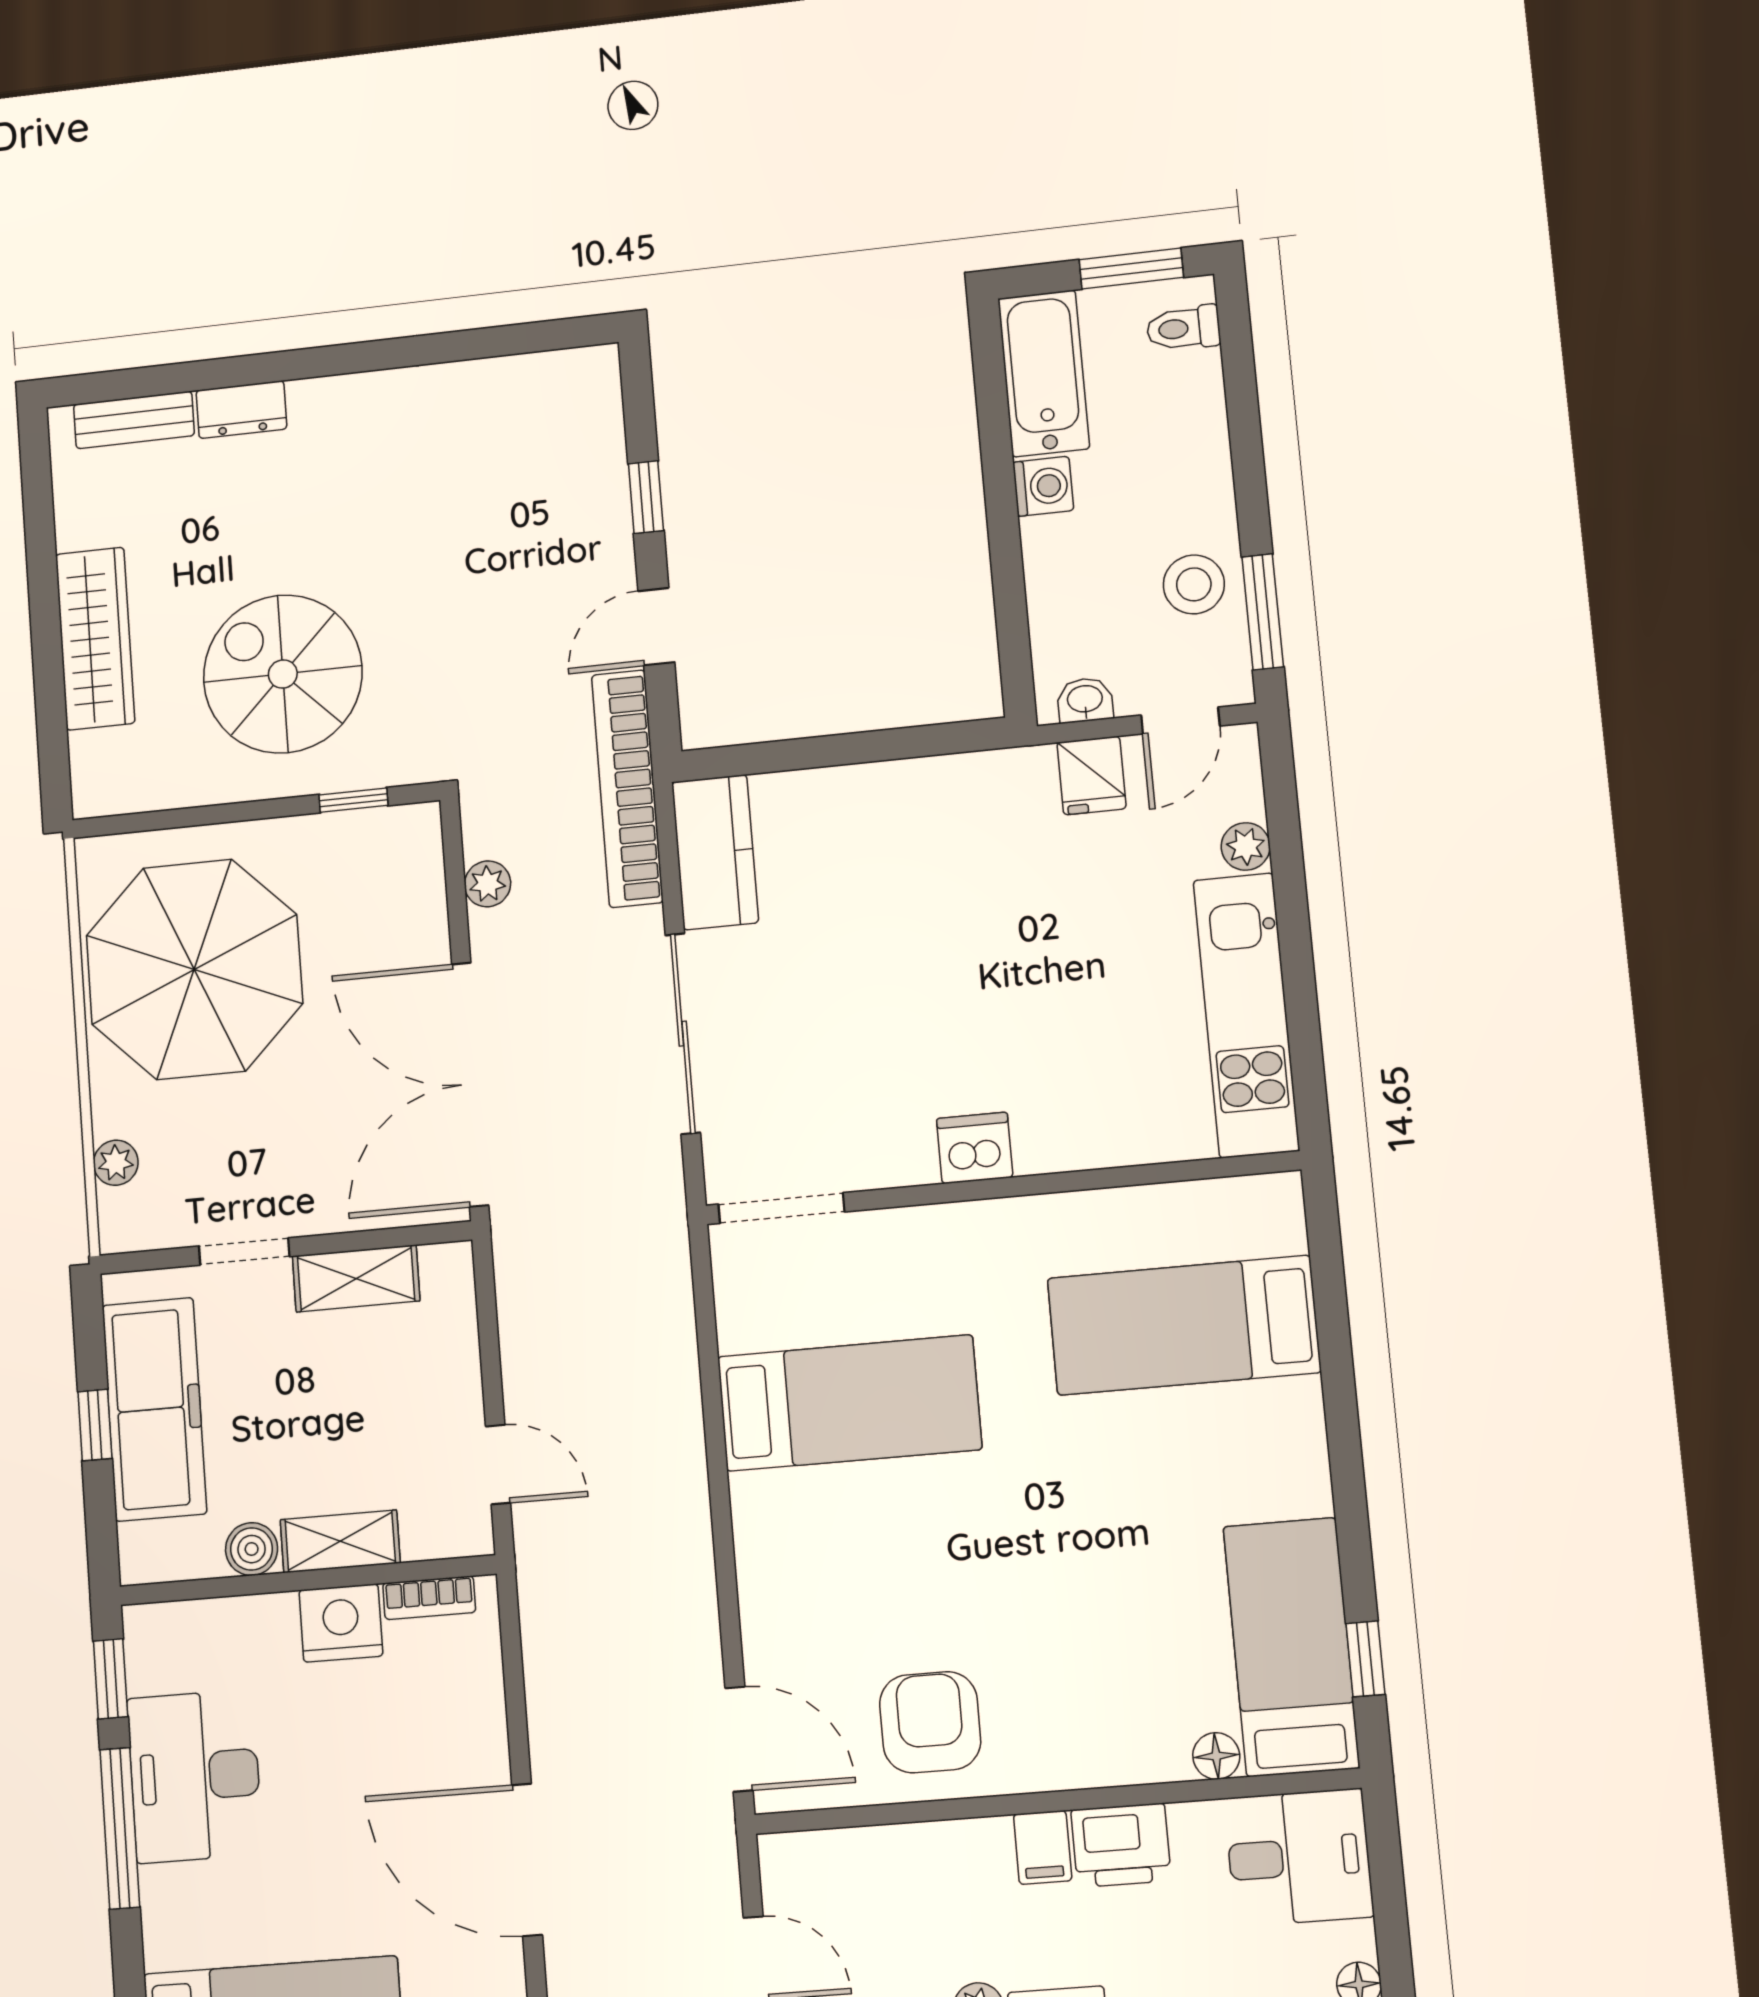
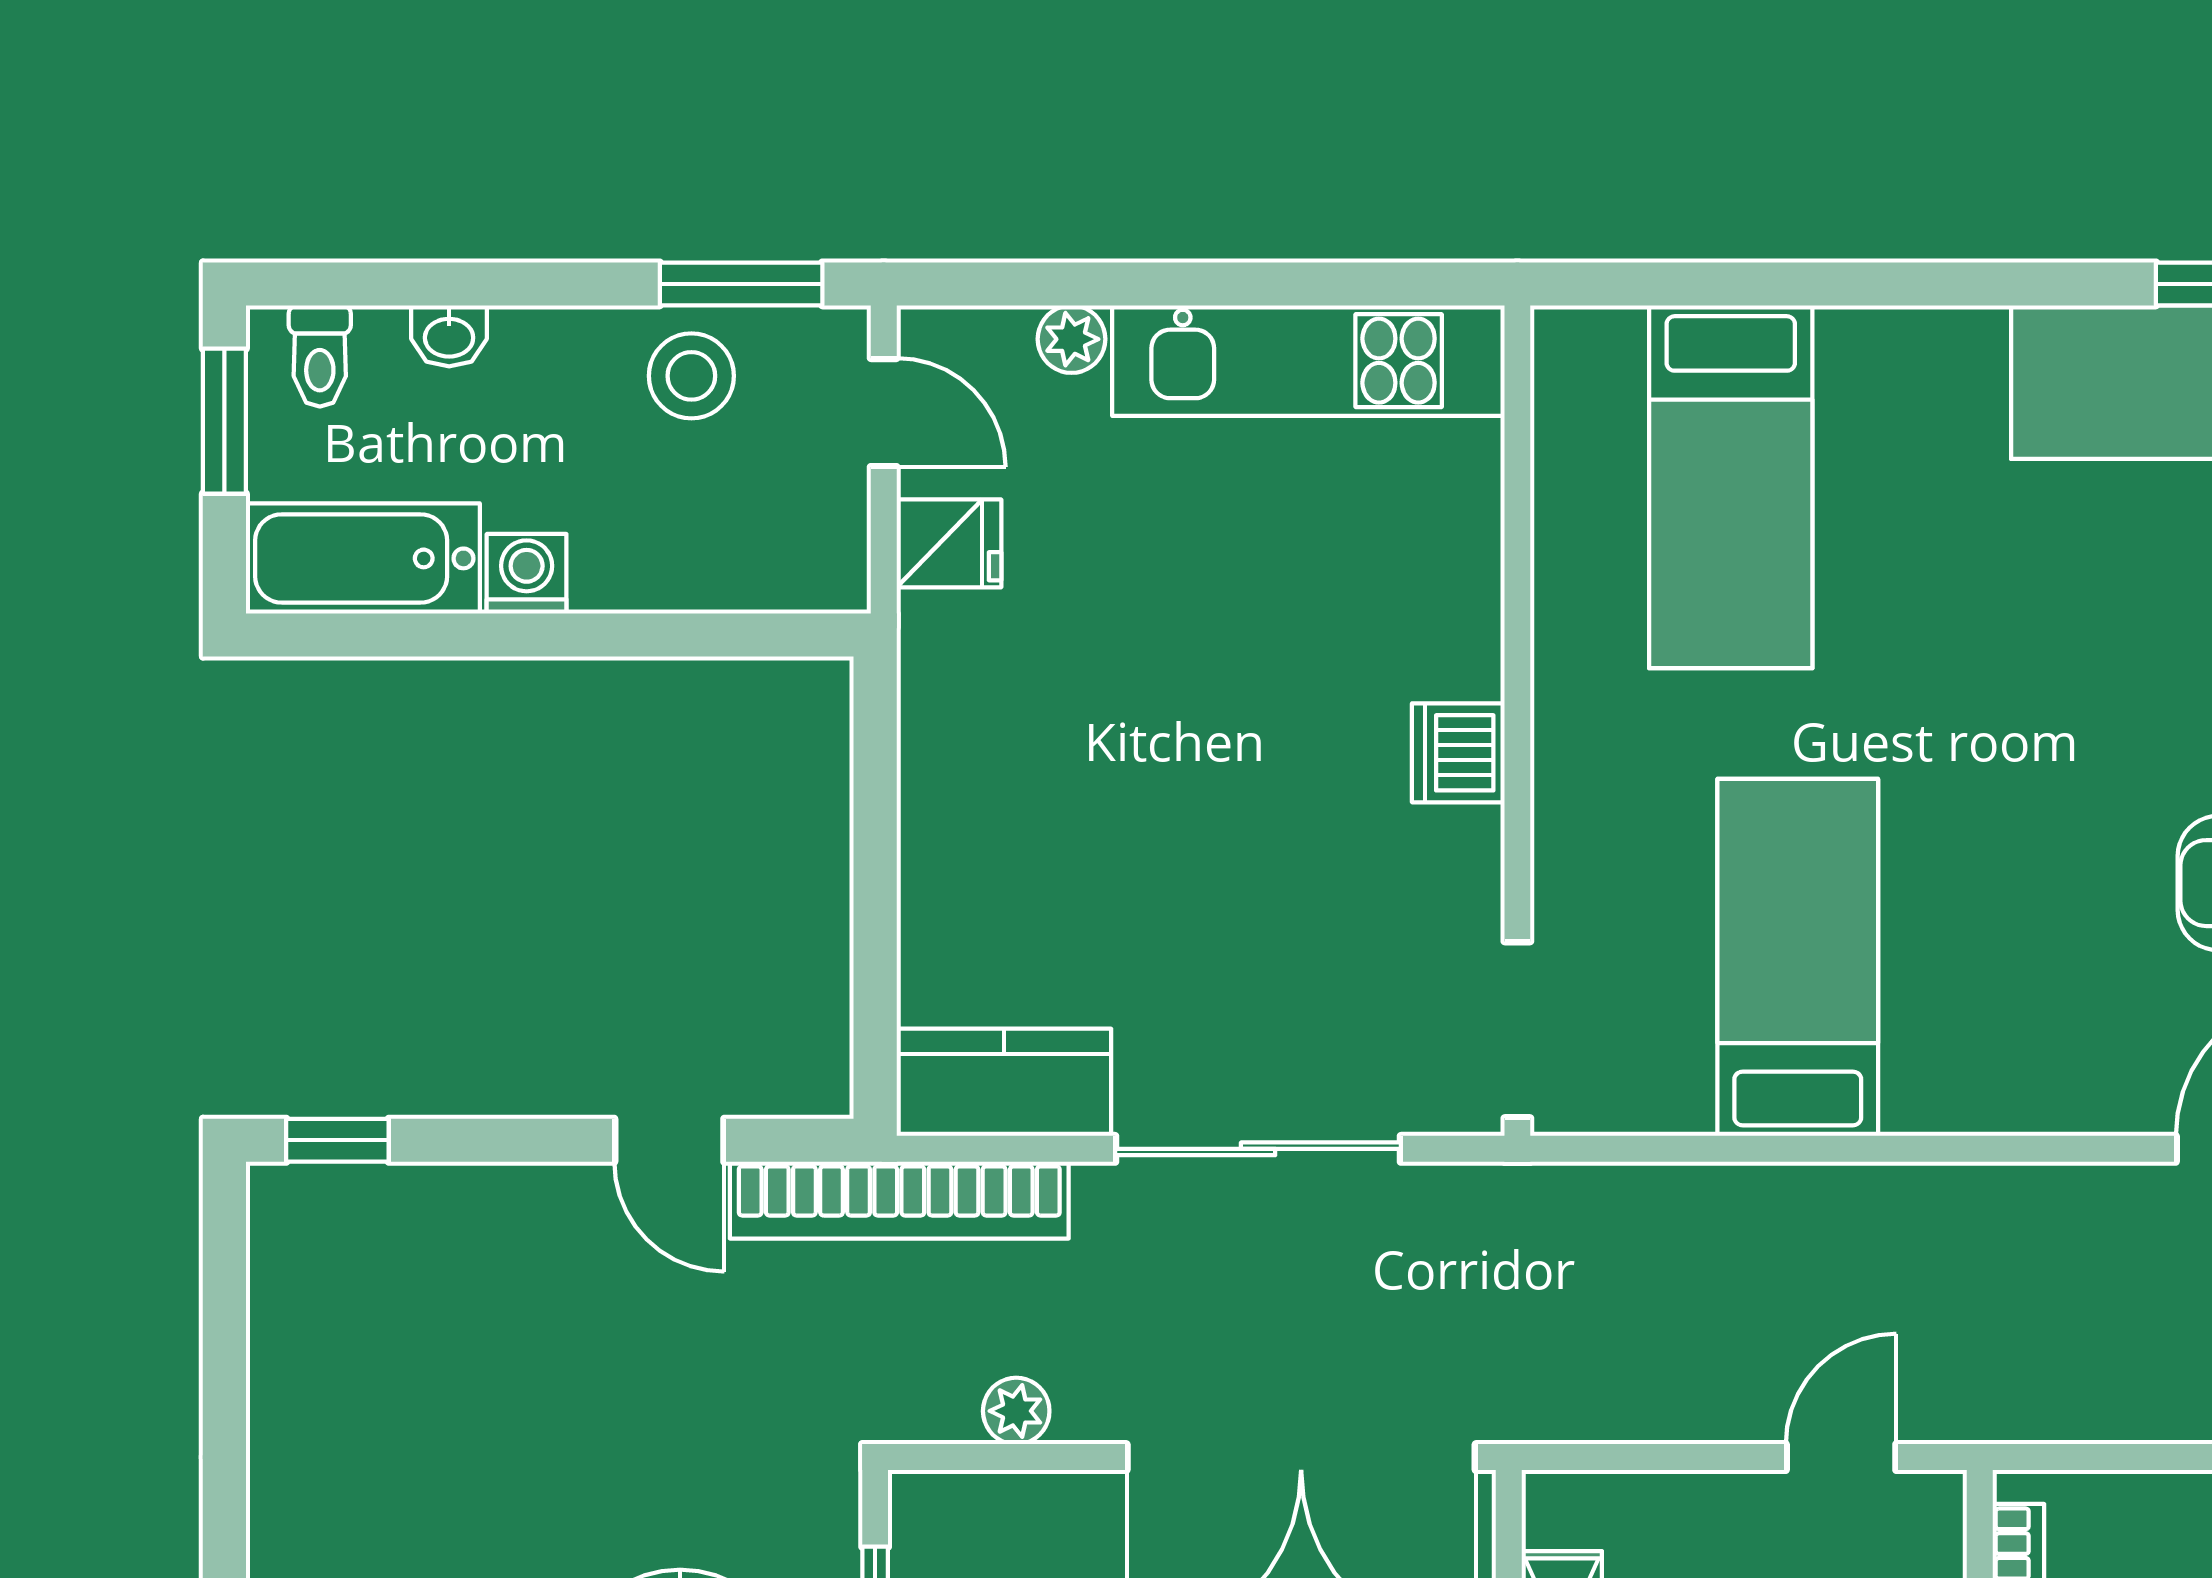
window: (646, 497) -> (337, 1140), moved
washbasin: (1085, 700) -> (449, 336), moved, turned -90

